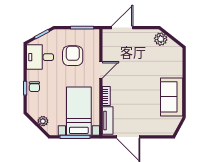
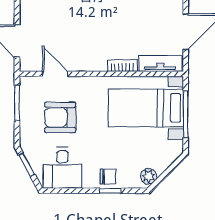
door: (101, 70) -> (55, 74), moved
plant: (43, 121) -> (149, 176), moved

